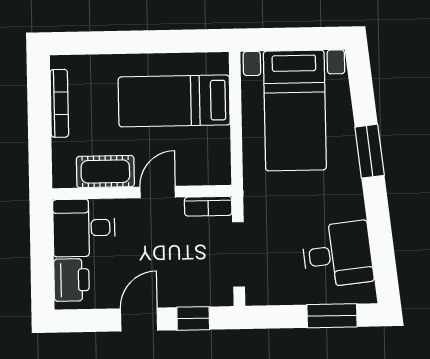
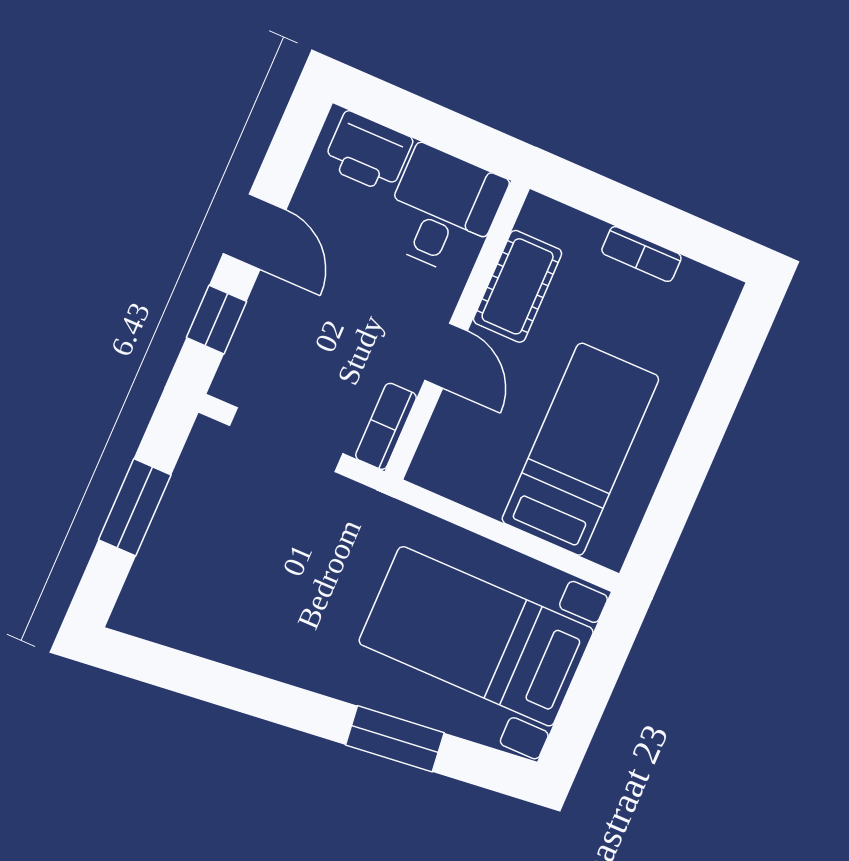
bookcase: (59, 103) -> (641, 254), width x0.64
window: (370, 151) -> (395, 739), moved
desk: (338, 255) -> (213, 599), removed
window: (332, 316) -> (135, 507), moved

